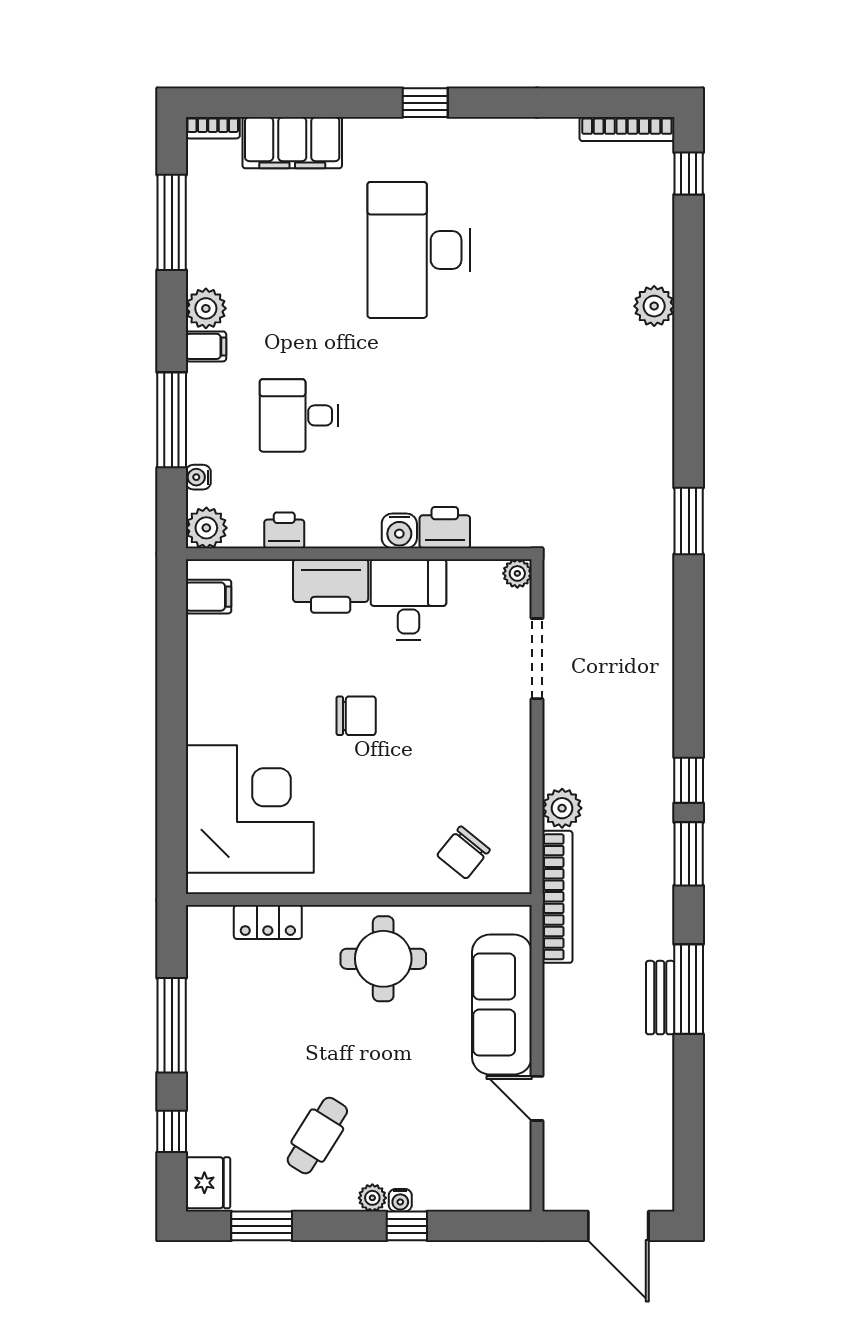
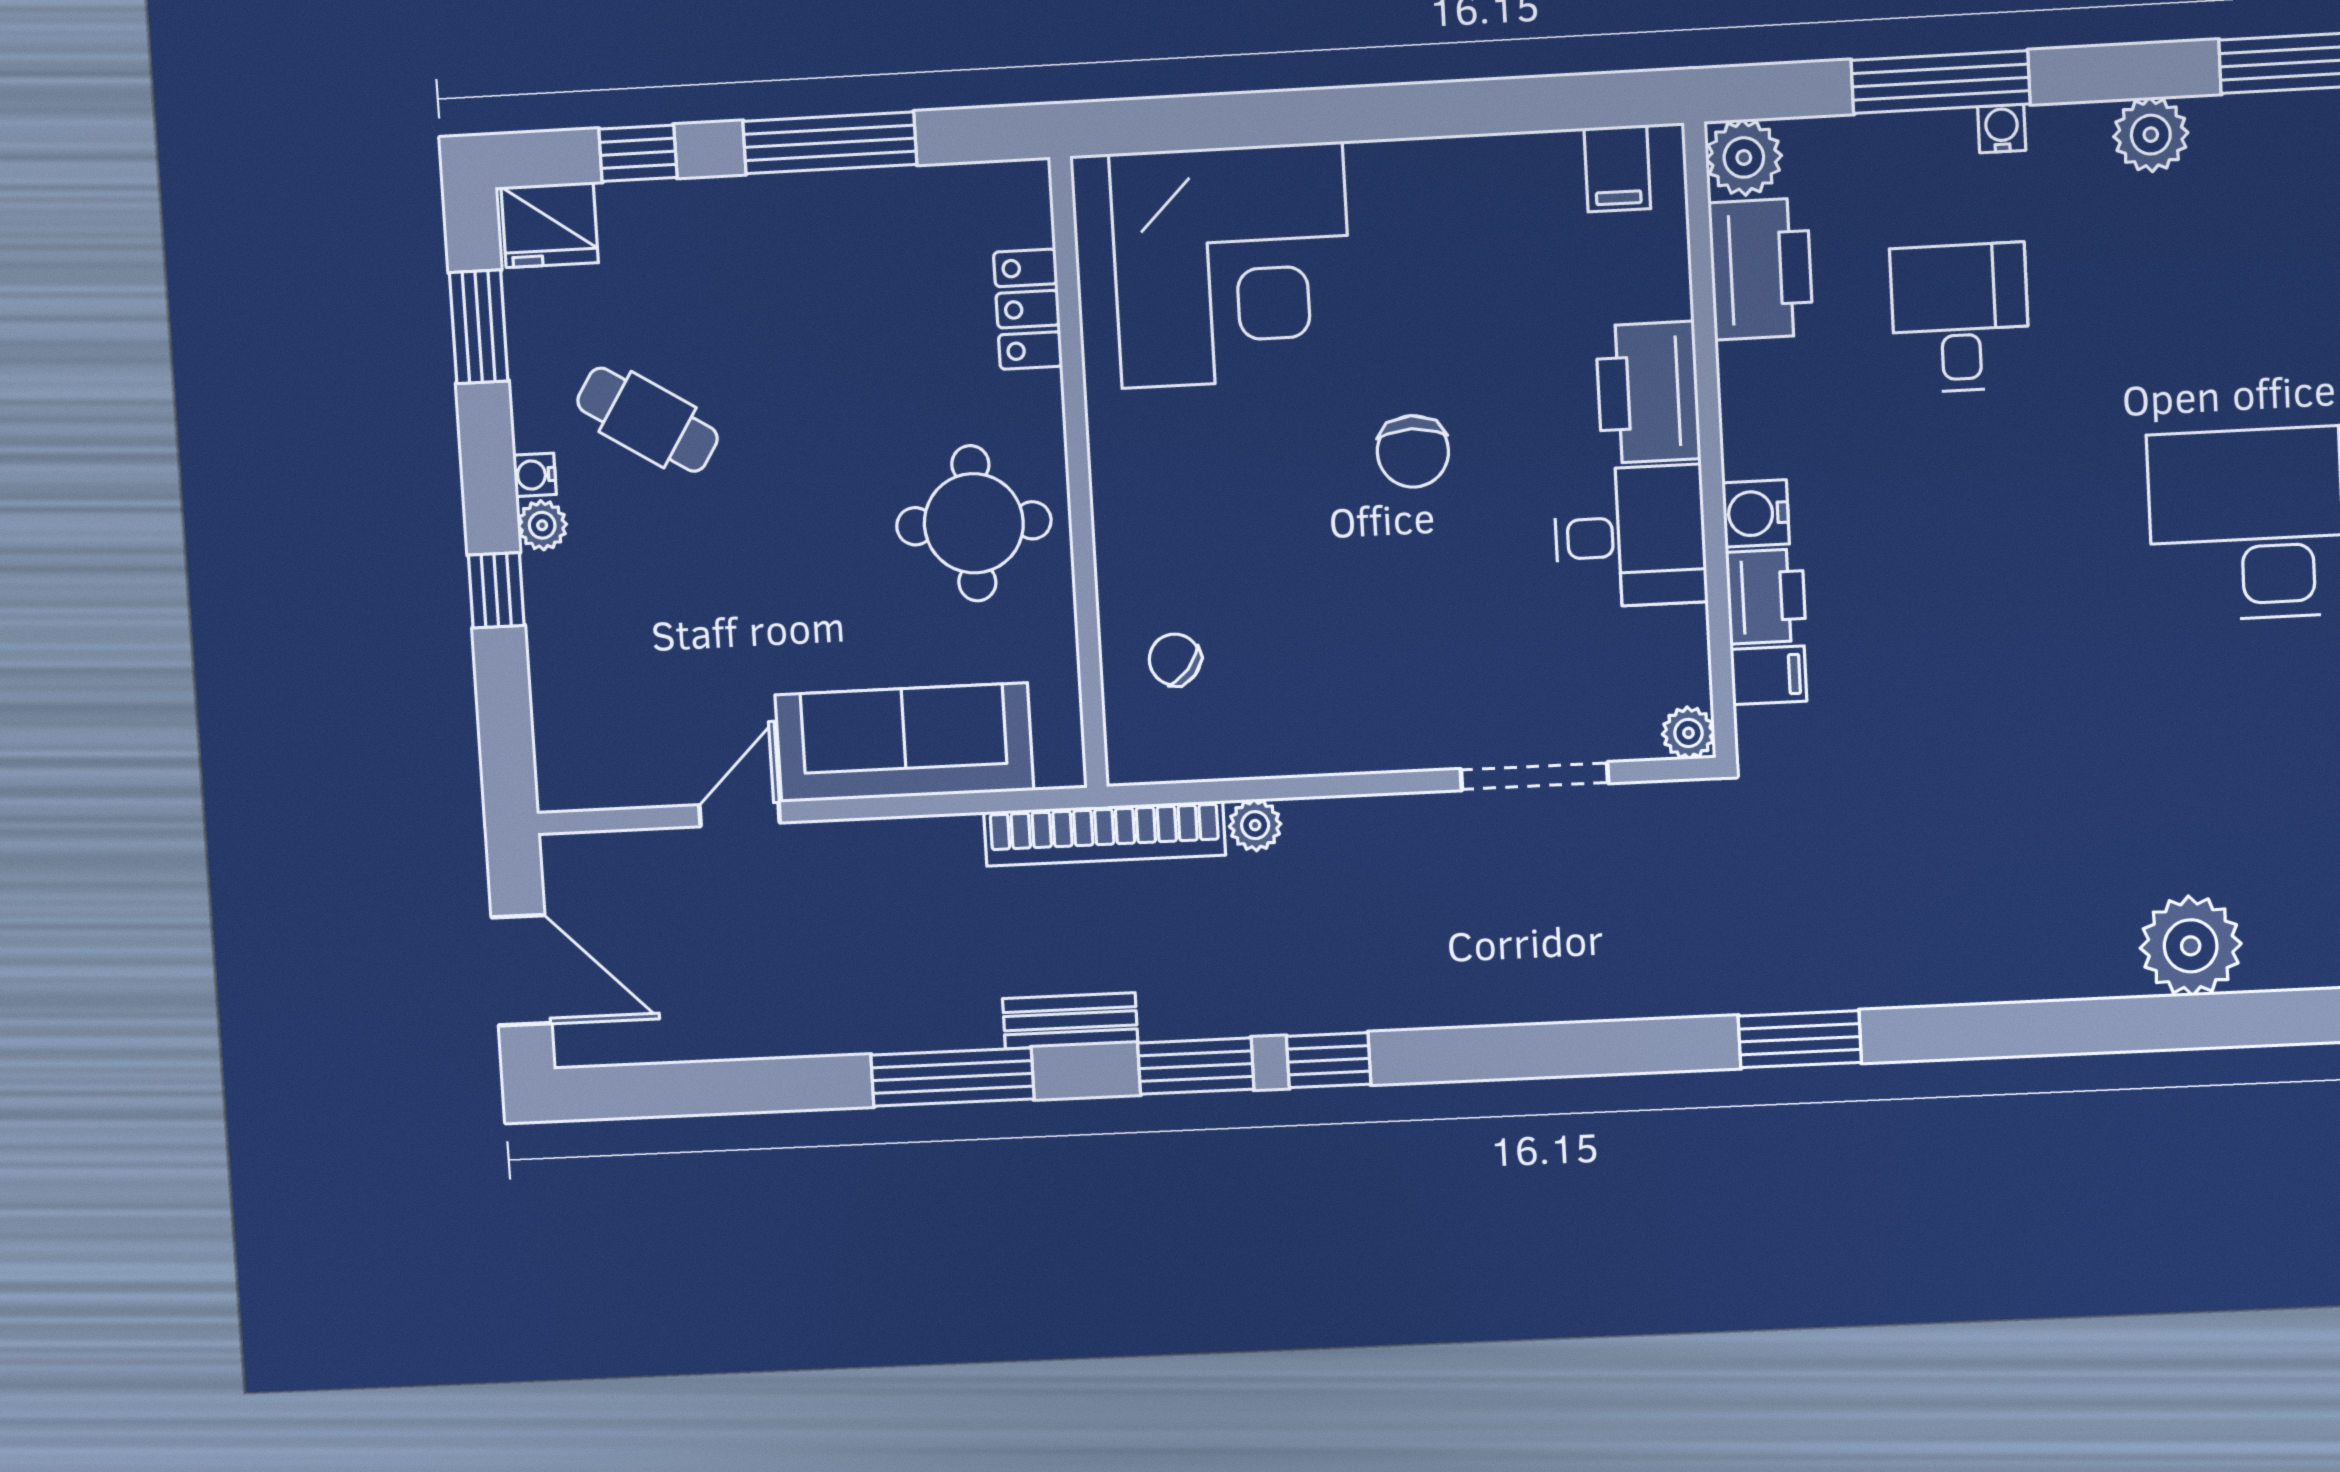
plant: (654, 306) -> (2191, 946), width x1.36, depth x1.36
filing cabinet: (206, 346) -> (1769, 675), moved, turned -90
water cooler: (198, 477) -> (2002, 129), moved
printer: (284, 530) -> (1761, 269), width x1.87, depth x1.48
plant: (562, 808) -> (1255, 825), width x0.73, depth x0.73
chair: (463, 853) -> (1175, 660), width x0.73, depth x0.73
bench: (660, 998) -> (1070, 1021), moved
water cooler: (400, 1200) -> (535, 475), moved
door: (618, 1226) -> (521, 970), swing flipped

